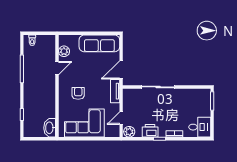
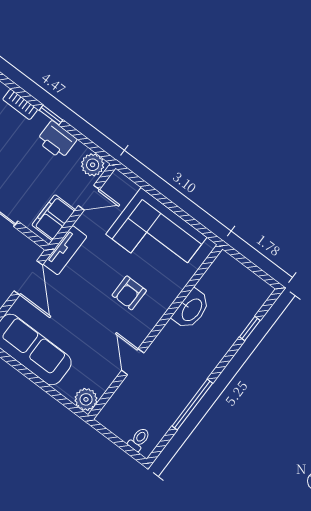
plant: (64, 51) -> (86, 399), moved
door: (57, 68) -> (133, 362), hinge flipped
door: (121, 70) -> (28, 278), hinge flipped
filing cabinet: (129, 100) -> (54, 218), added
washbasin: (50, 128) -> (191, 309), moved

